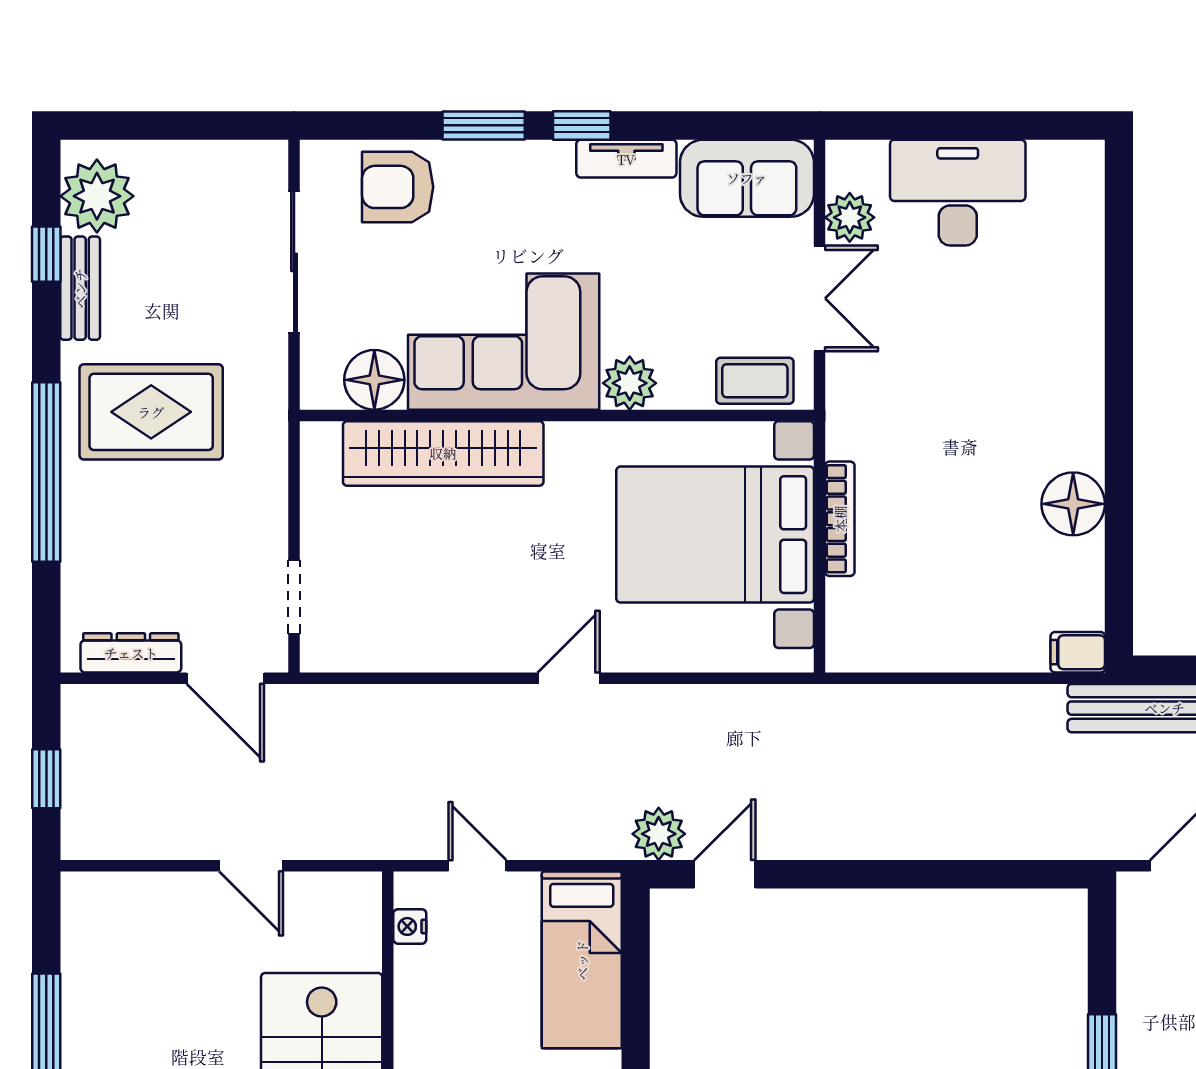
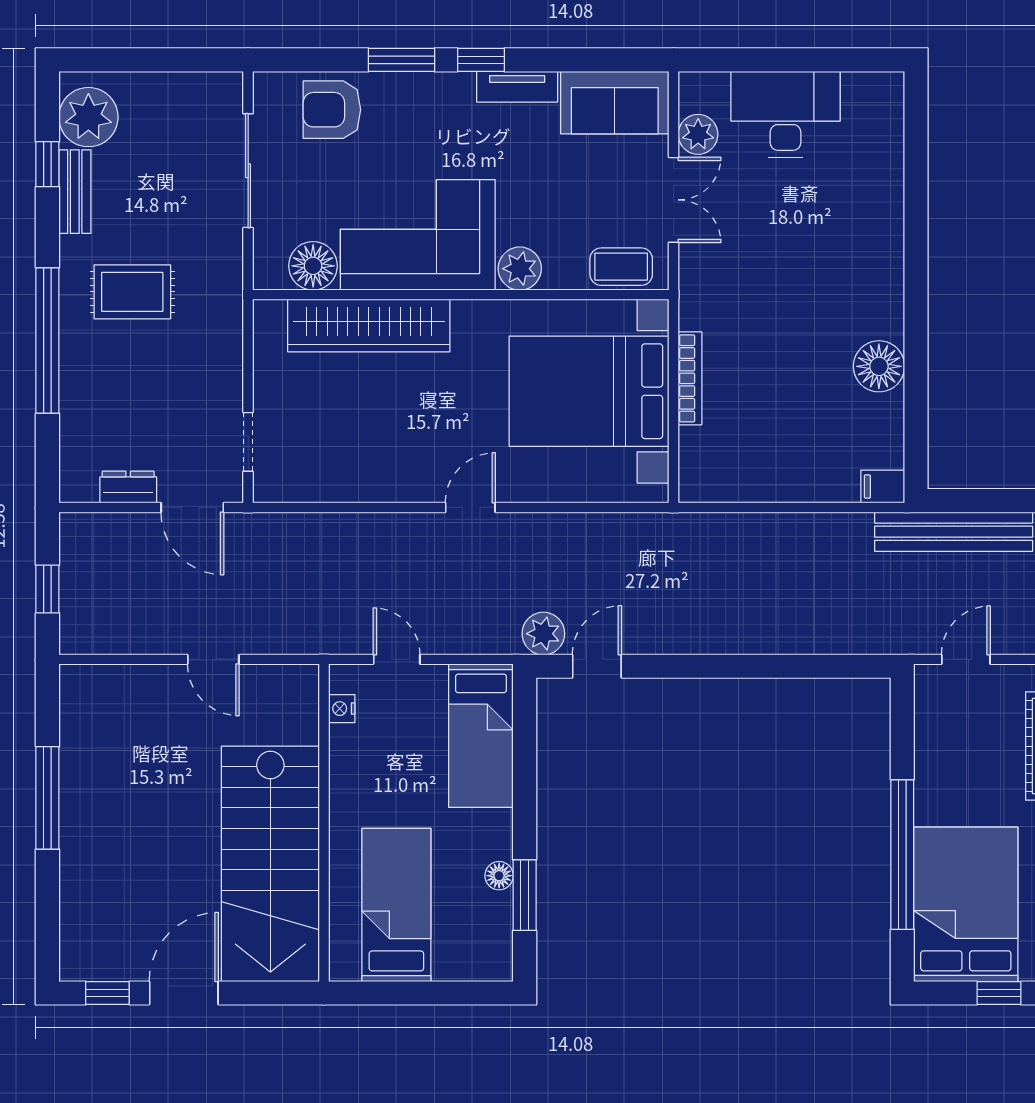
rug: (151, 412) -> (132, 292), width x0.73, depth x0.70
dresser: (131, 653) -> (128, 487), width x0.70

